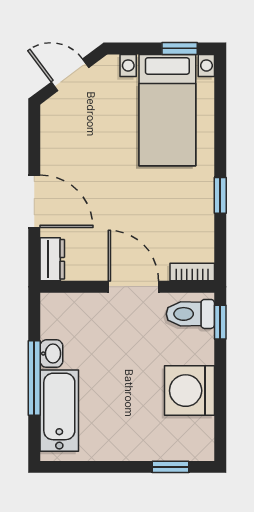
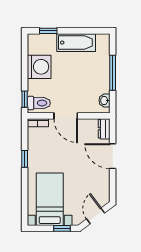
window: (180, 48) -> (62, 228), moved
door: (70, 75) -> (96, 216), swing flipped
washbasin: (51, 354) -> (104, 100), moved
bathtub: (59, 411) -> (76, 43), moved, turned -90

